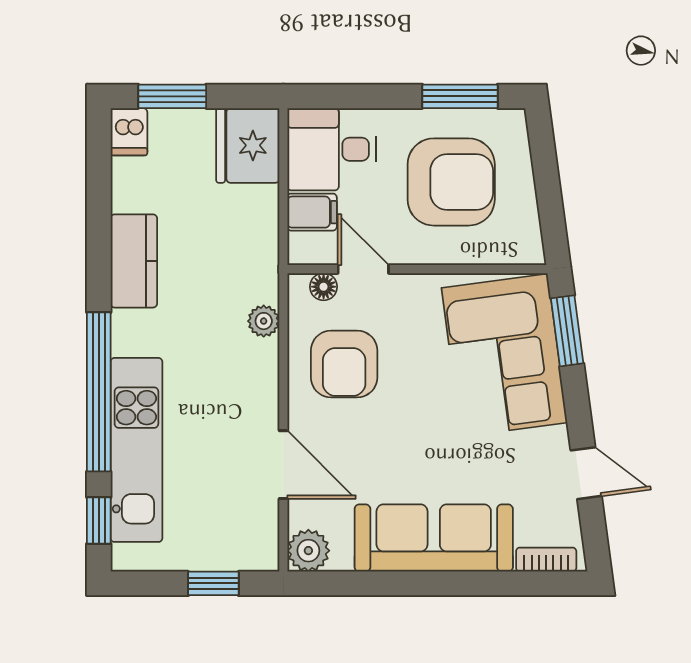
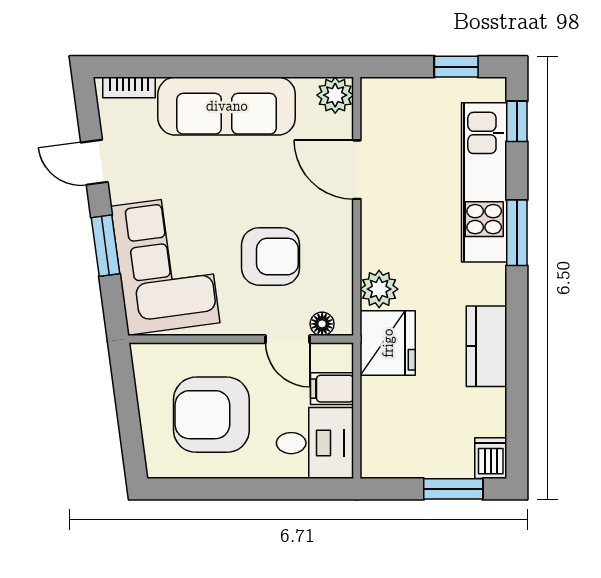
window: (460, 96) -> (204, 489), removed
fridge: (248, 145) -> (388, 343), moved
plant: (264, 321) -> (379, 289), width x1.38, depth x1.38
window: (567, 331) -> (106, 246), moved
armchair: (344, 364) -> (271, 256), moved, turned 90
window: (99, 392) -> (517, 233), width x0.47
window: (213, 583) -> (456, 67), moved

